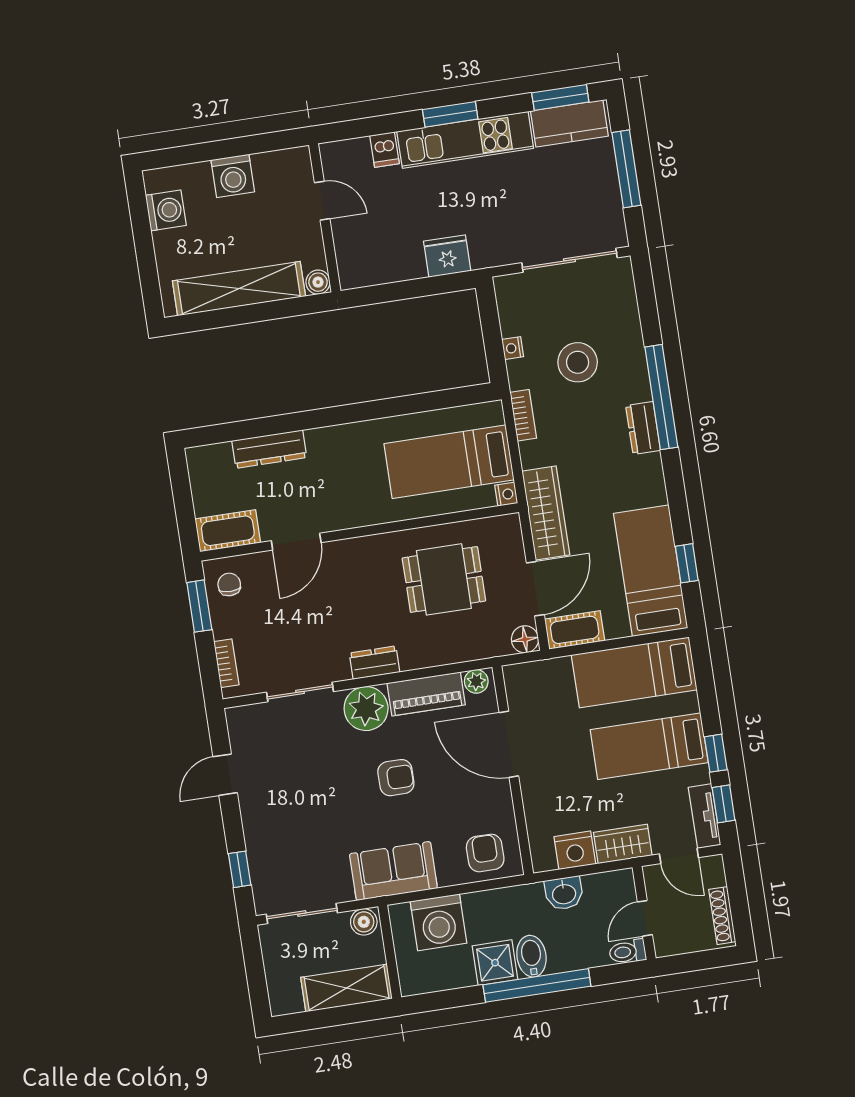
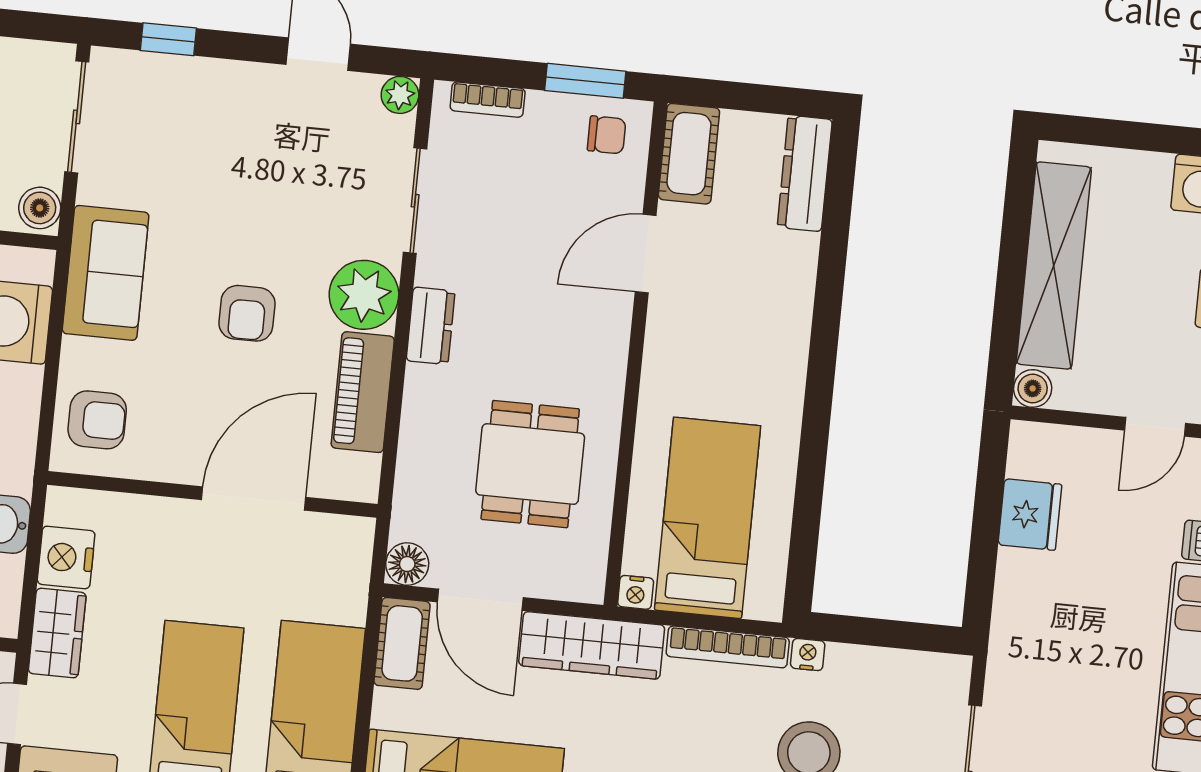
fridge: (447, 256) -> (1030, 515), moved
nightstand: (513, 348) -> (808, 655), moved
bookcase: (523, 415) -> (728, 647), width x1.56
dresser: (269, 449) -> (805, 173), moved
door: (296, 542) -> (646, 254), hinge flipped
plant: (476, 681) -> (400, 95), moved

